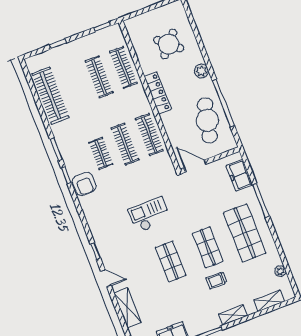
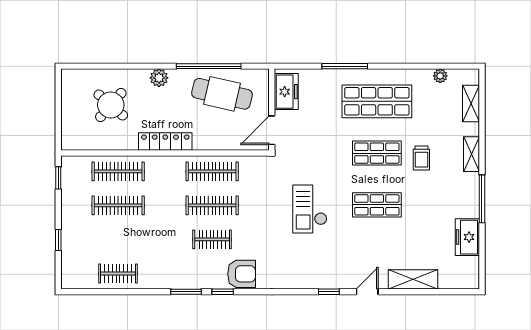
clothes rail: (50, 96) -> (118, 273), width x0.54, depth x0.76
freezer: (239, 175) -> (286, 92), moved, turned -90

